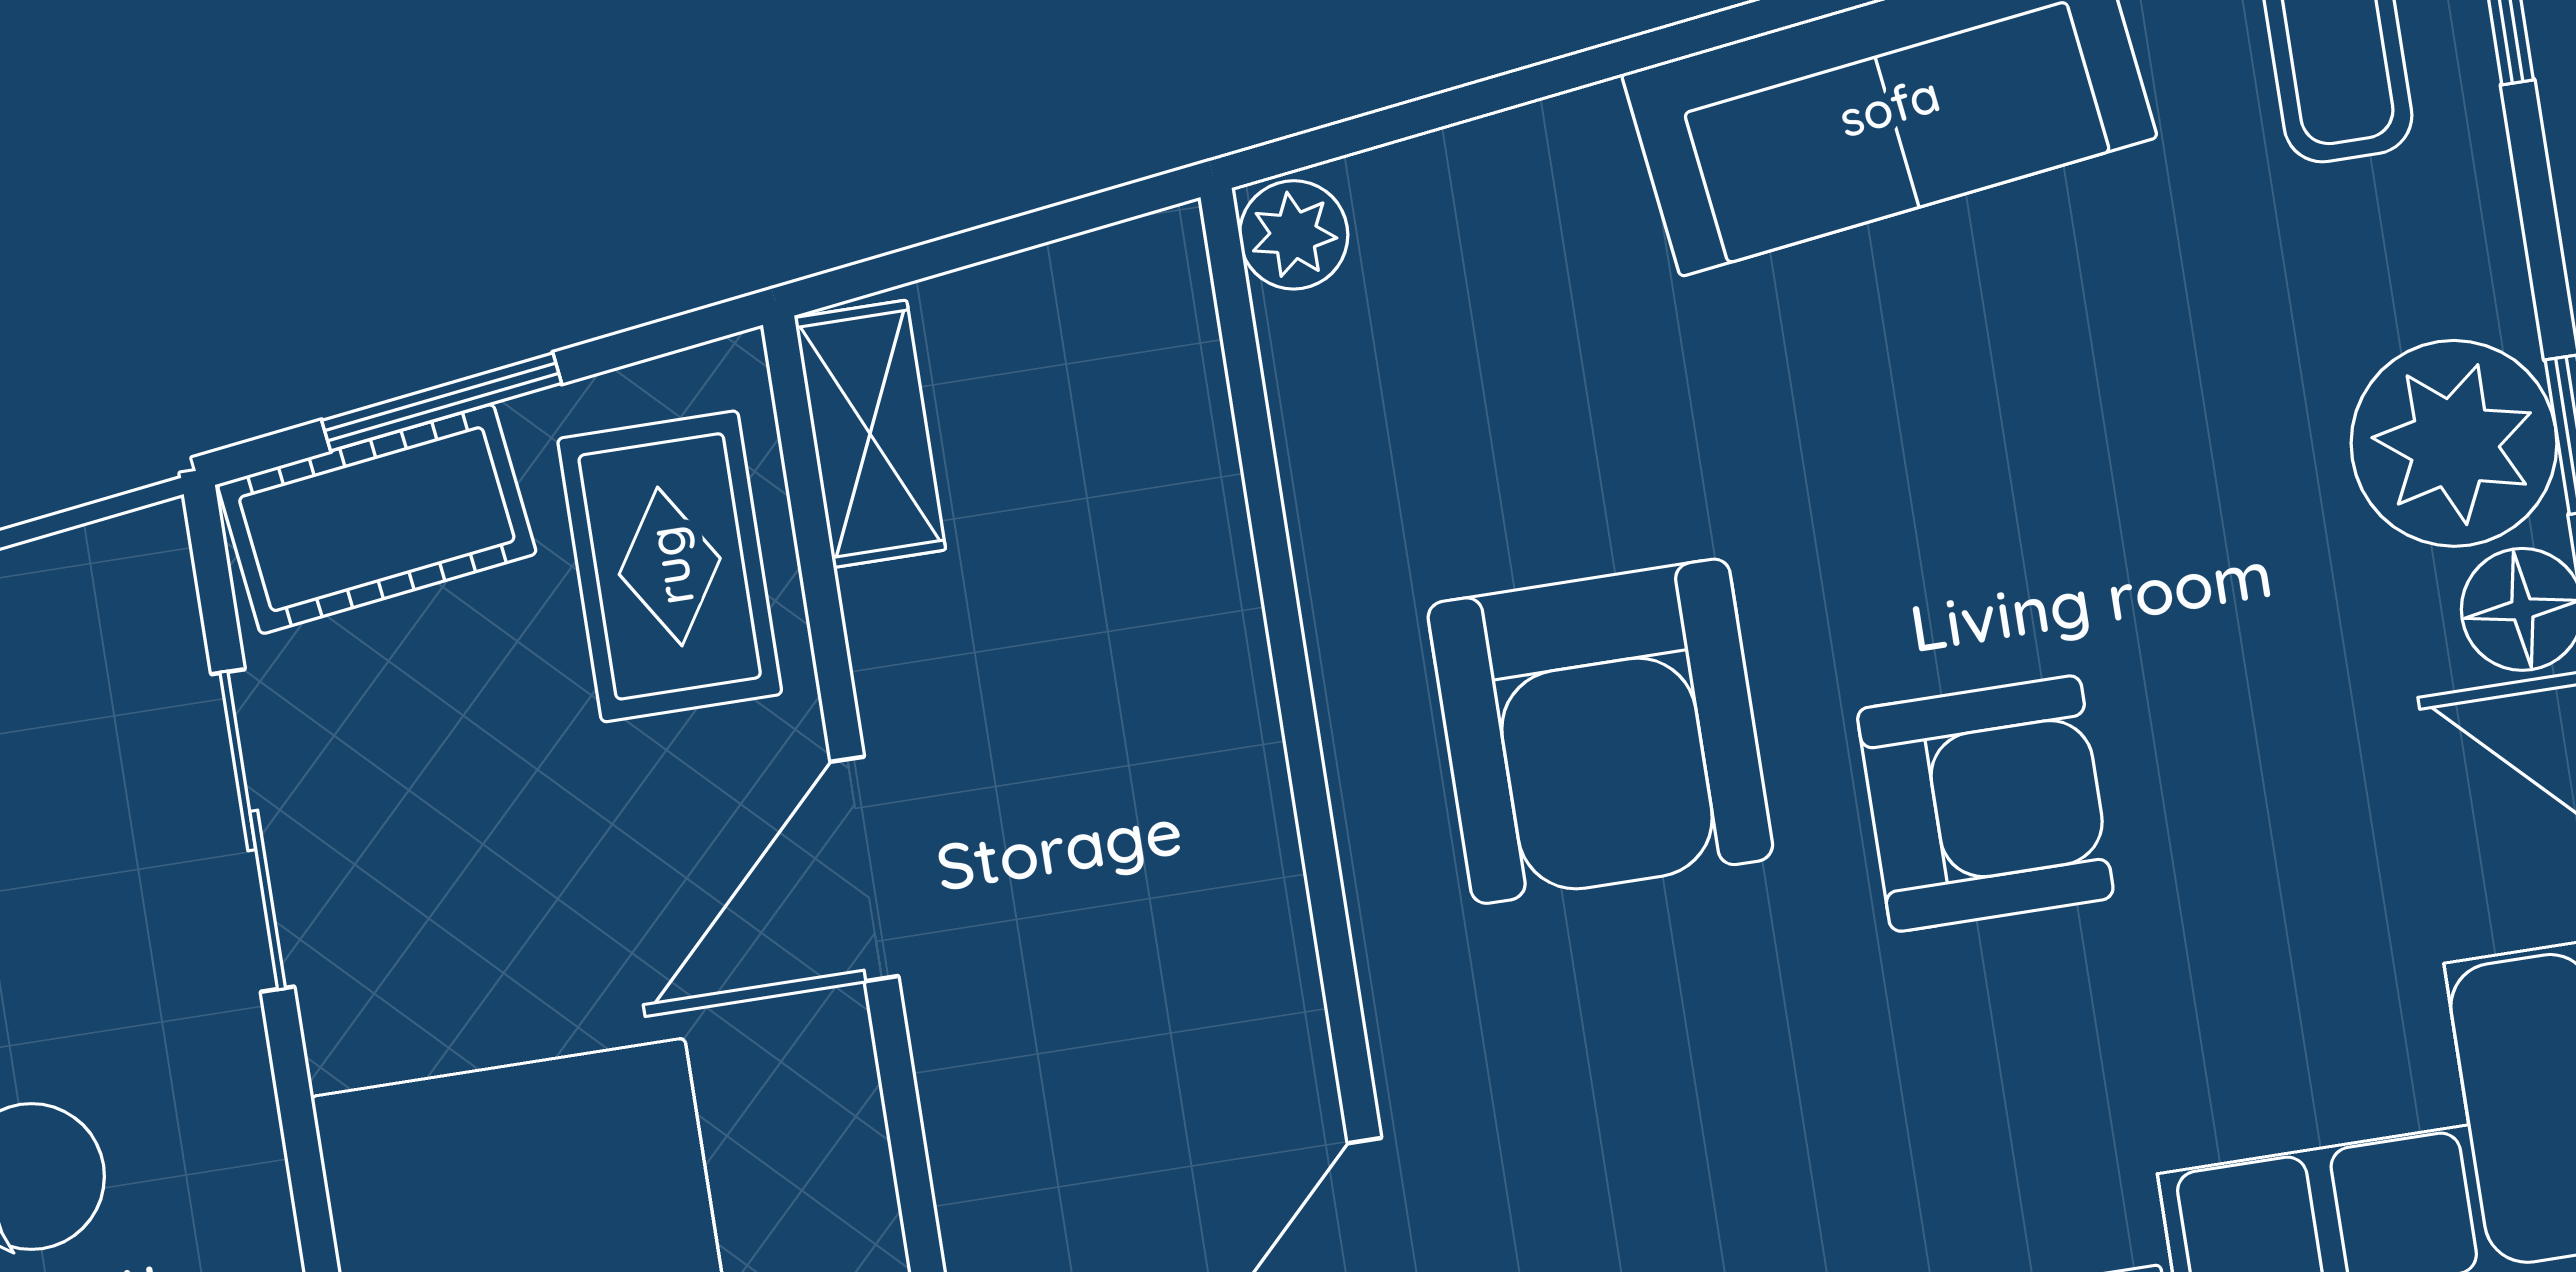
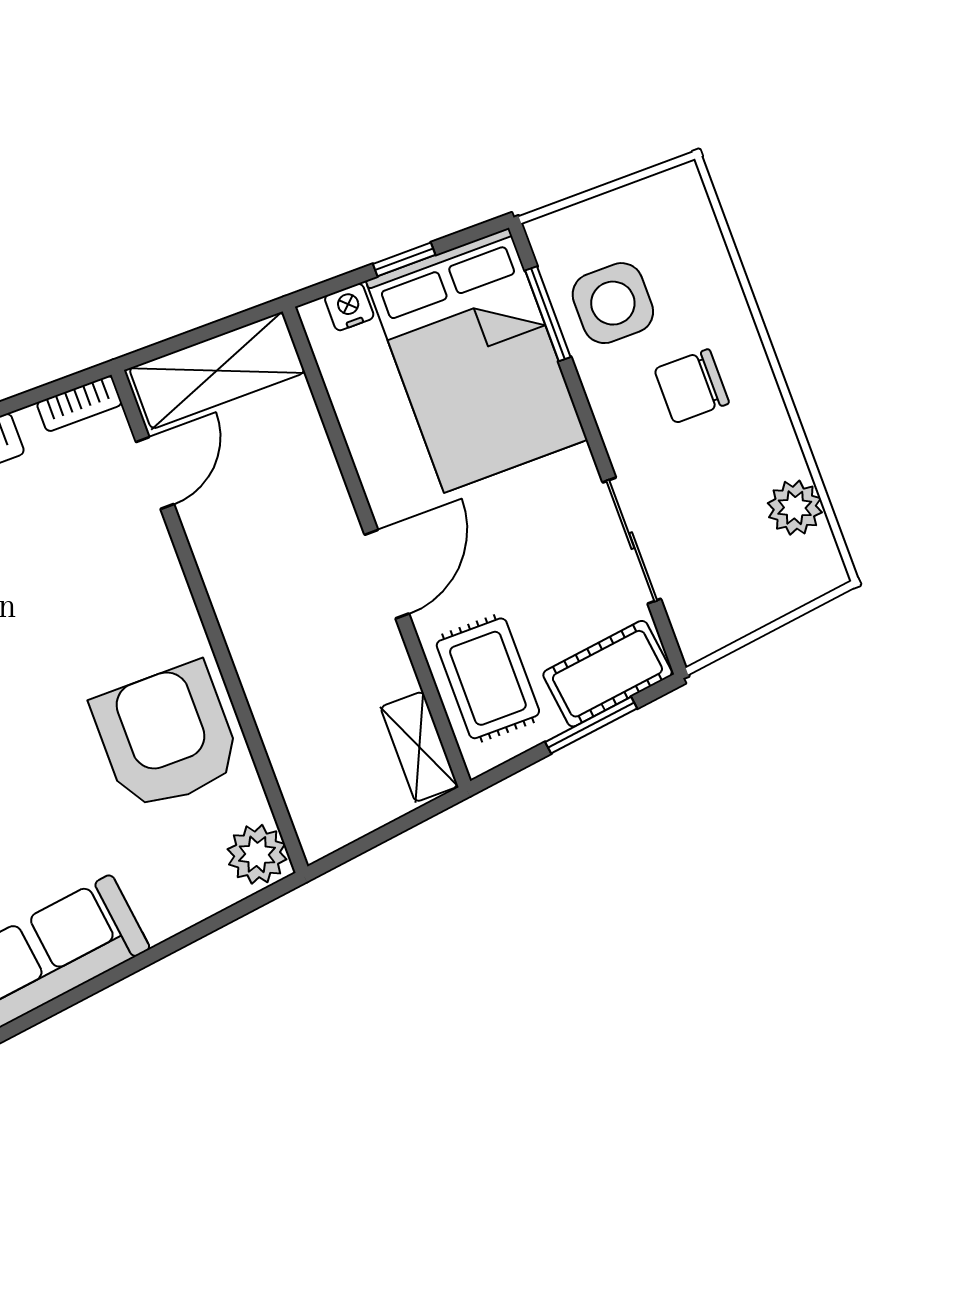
plant: (1294, 235) -> (257, 854), width x1.38, depth x1.38
armchair: (1600, 731) -> (167, 737), moved

